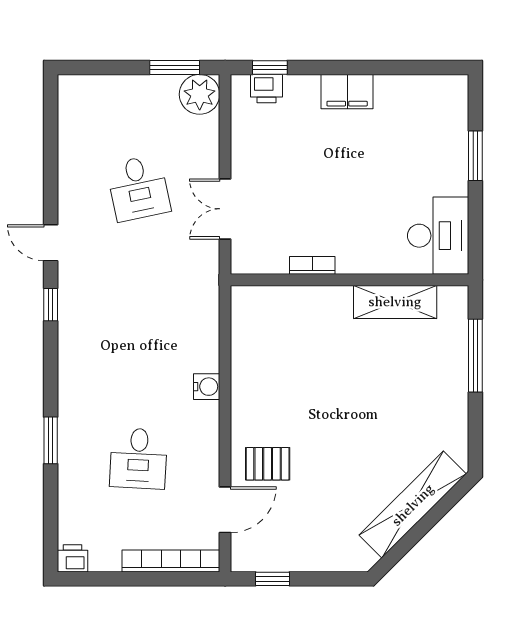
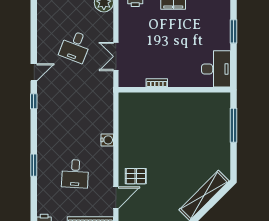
desk: (138, 188) -> (75, 47), turned 33
door: (51, 243) -> (34, 72), swing flipped
shelving: (395, 302) -> (196, 100), removed

